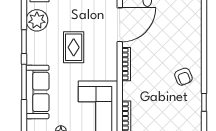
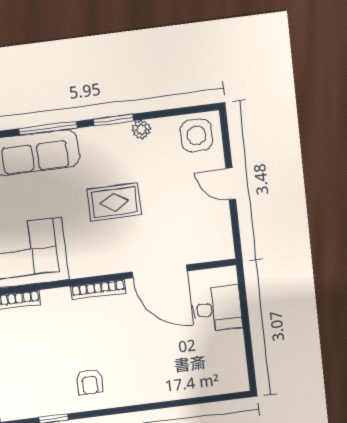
plant: (37, 20) -> (141, 130), width x0.53, depth x0.53
armchair: (183, 77) -> (90, 382), turned -68

